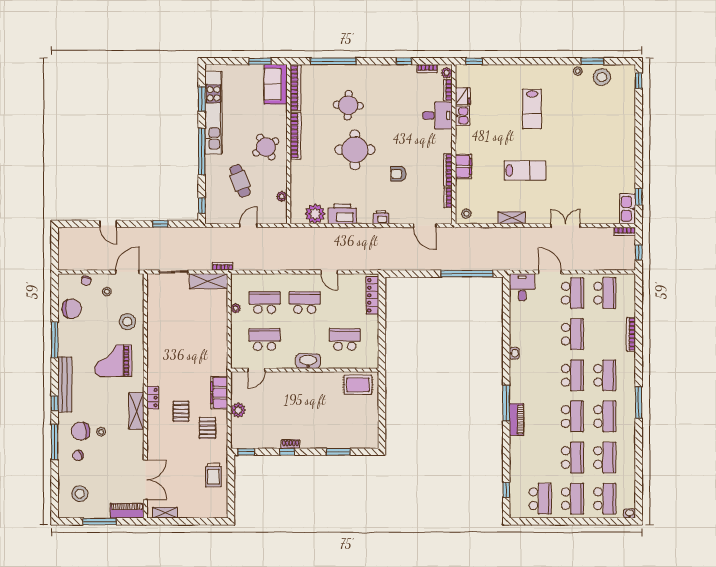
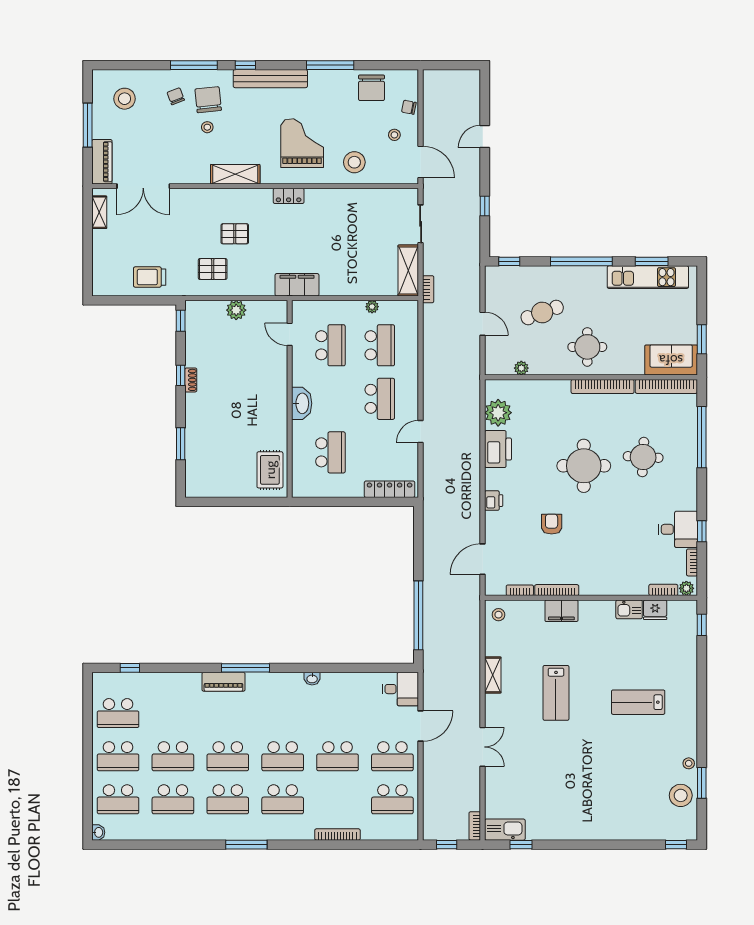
kitchen unit: (213, 113) -> (648, 277), width x0.73
desk: (437, 116) -> (678, 529), moved, turned -90
round table: (266, 147) -> (587, 347), turned 31
filing cabinet: (219, 393) -> (297, 285), moved
locker: (153, 398) -> (289, 196), moved

